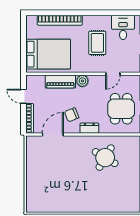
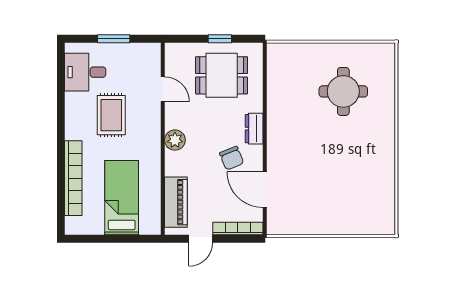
rug: (97, 43) -> (111, 115), turned 90
bed: (48, 54) -> (122, 198), width x0.67
piano: (60, 82) -> (176, 202), moved
round table: (105, 158) -> (343, 91), moved, turned -31

